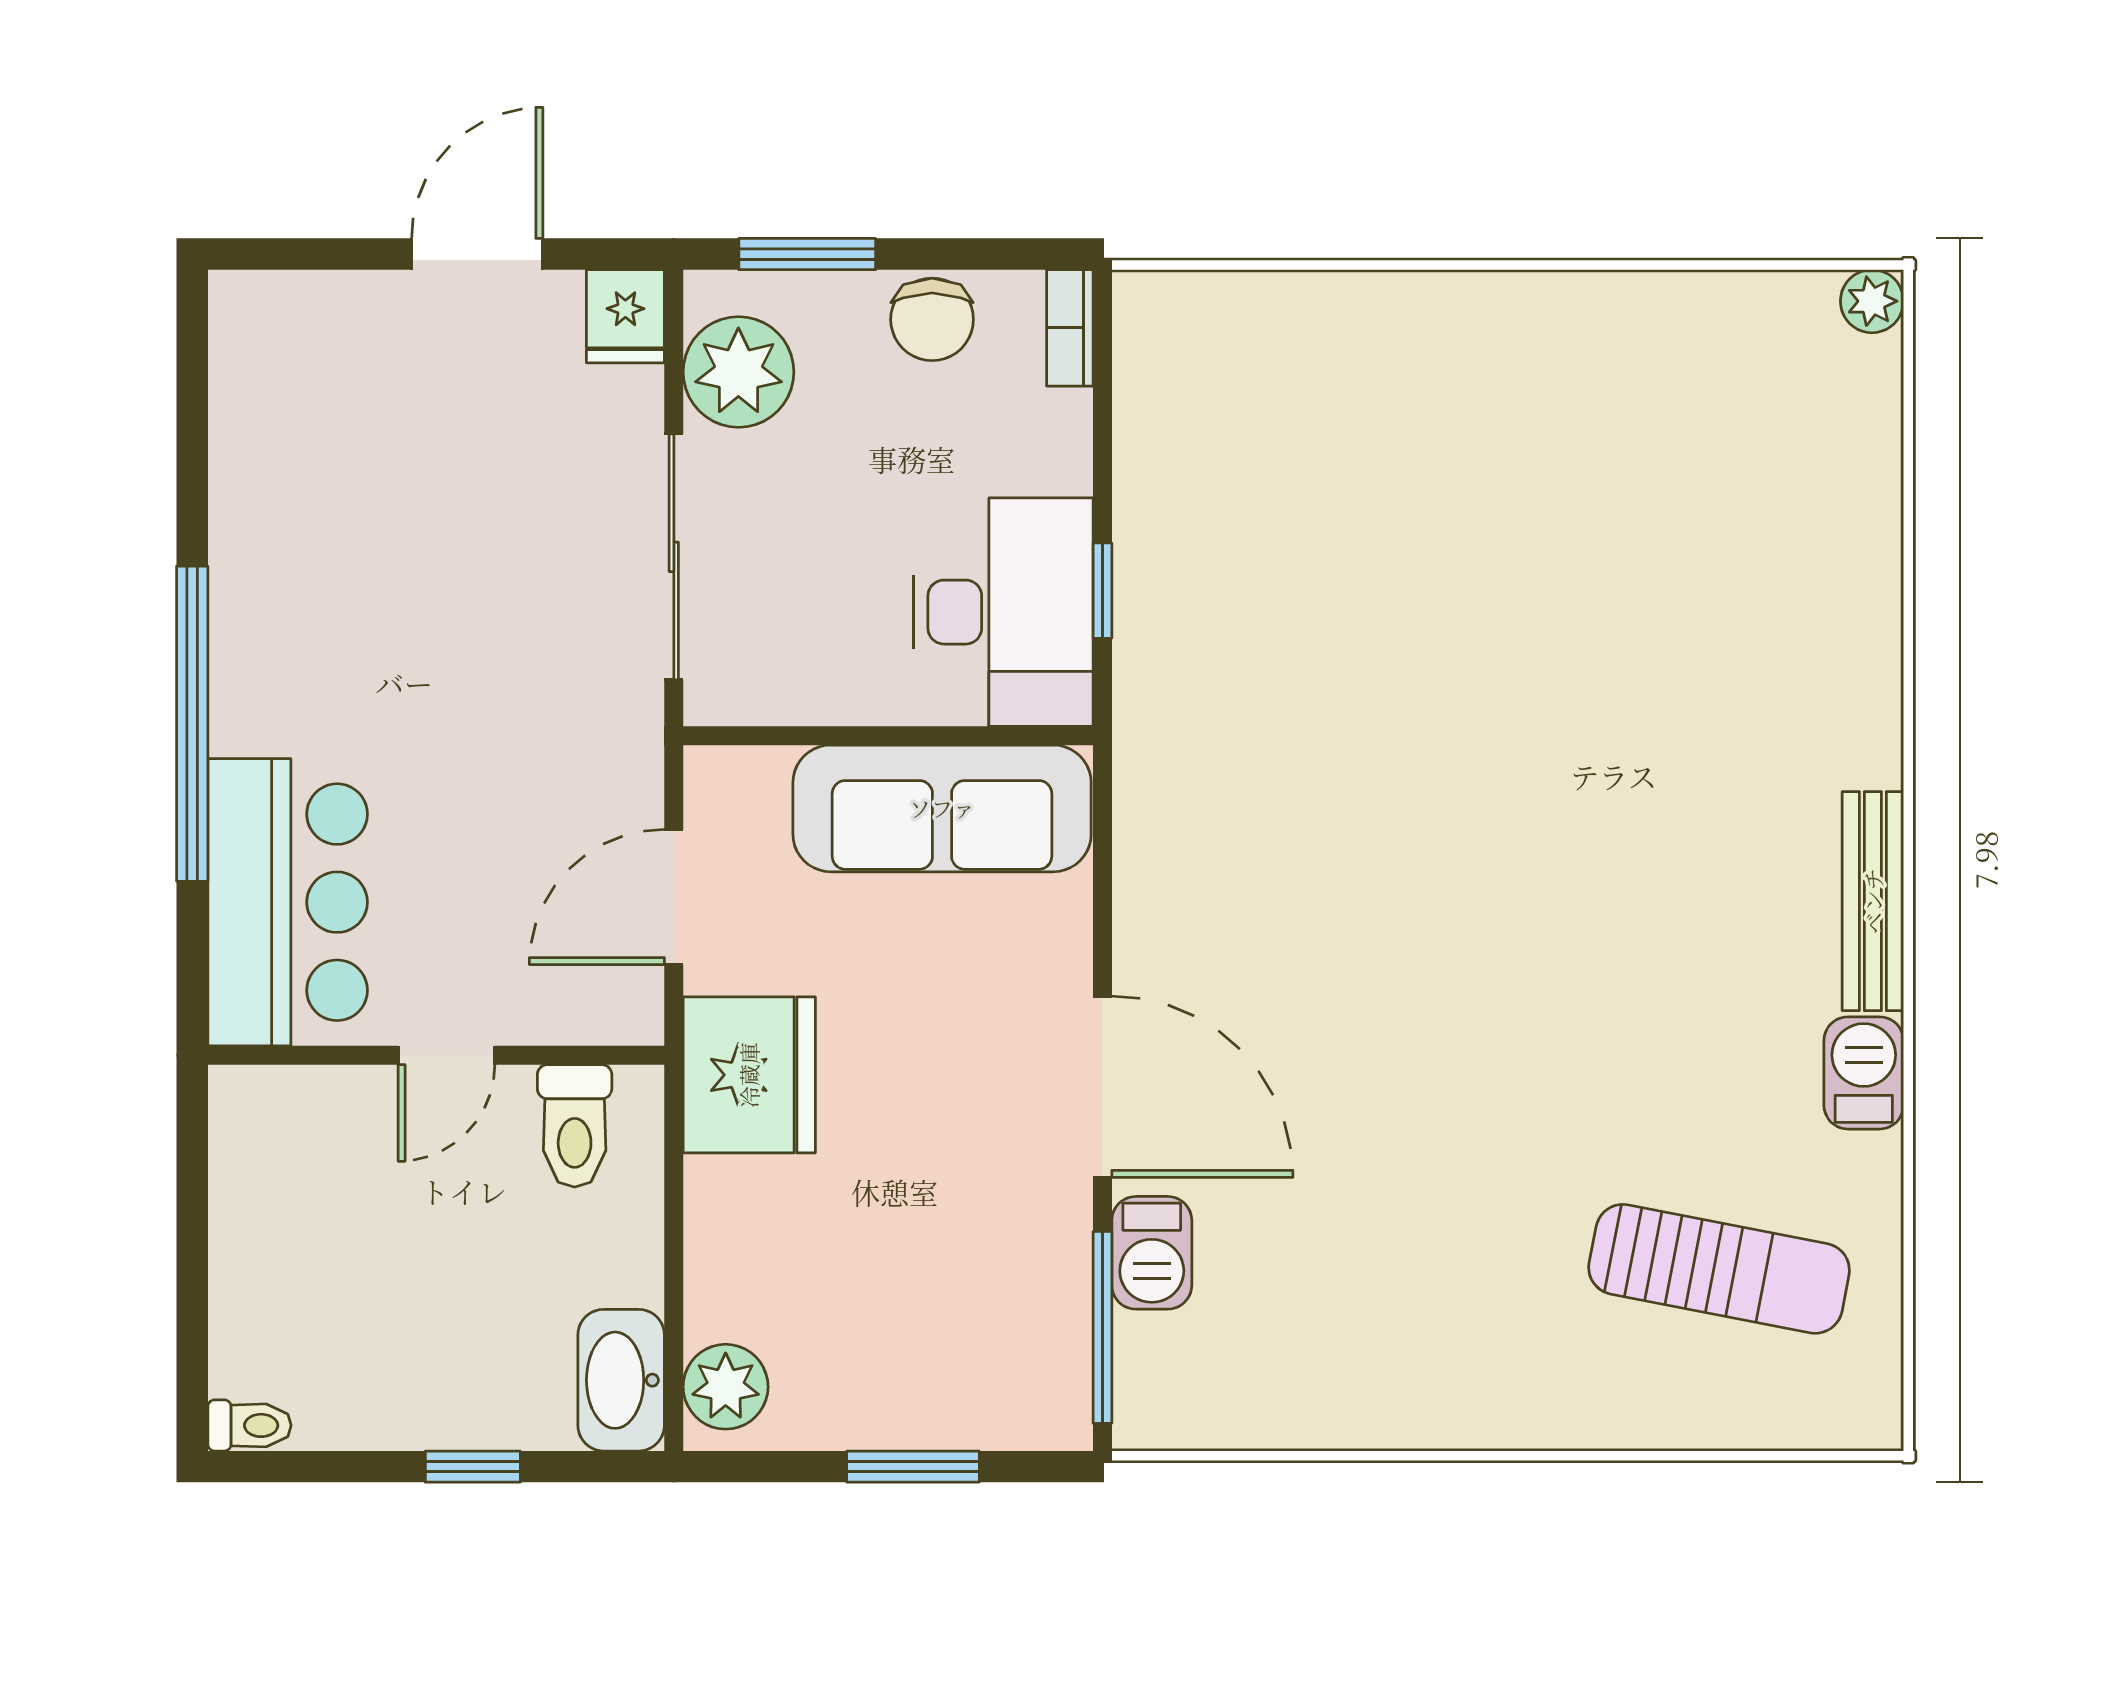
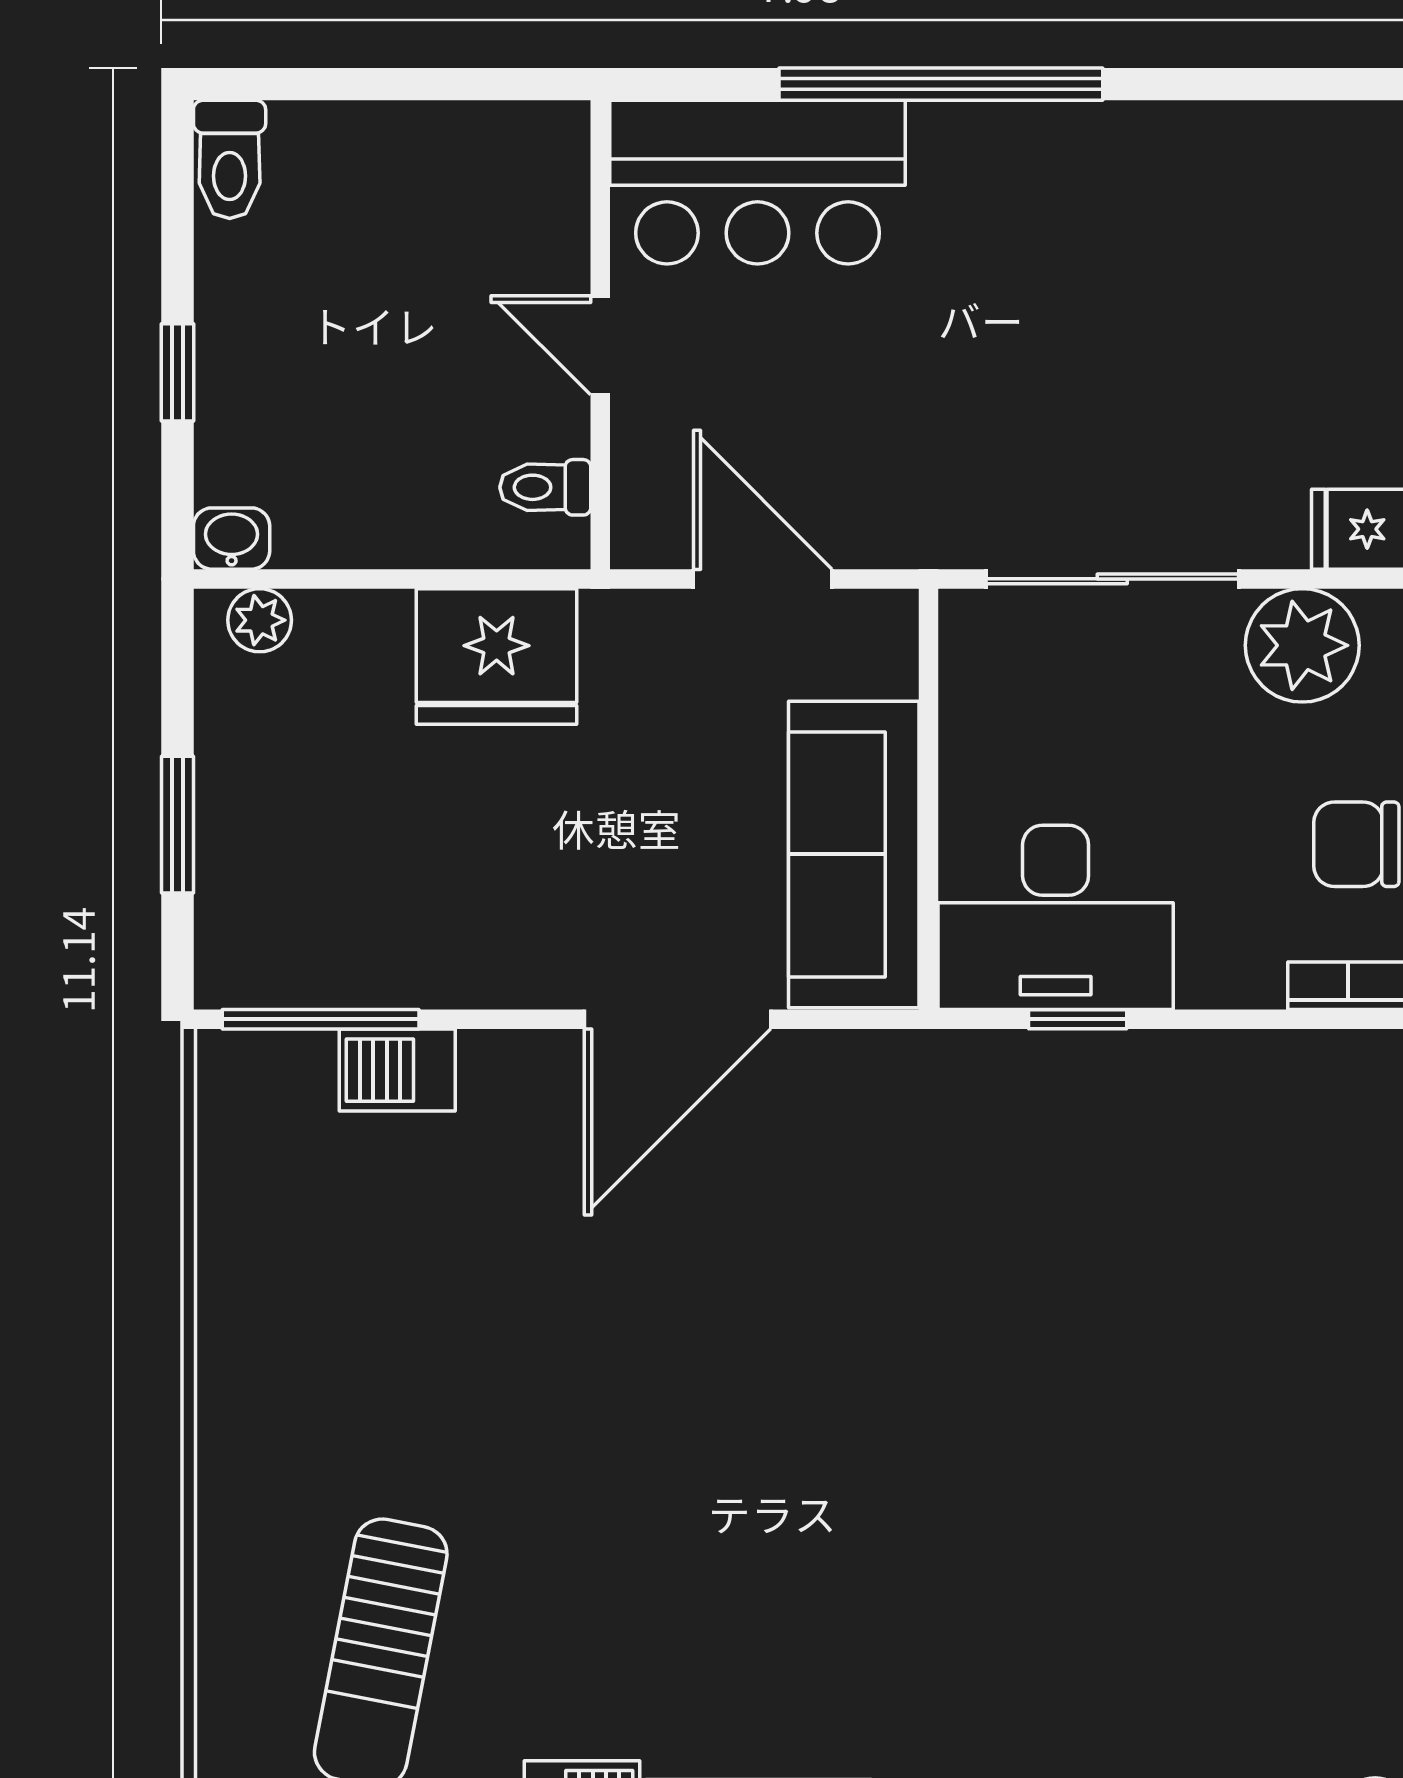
fridge: (749, 1075) -> (497, 656), moved
door: (1102, 1087) -> (678, 1019), moved
toilet: (575, 1126) -> (545, 487), width x0.73, depth x0.72
washbasin: (621, 1380) -> (232, 539), width x0.52, depth x0.69
plant: (726, 1387) -> (260, 620), width x0.73, depth x0.73
toilet: (249, 1425) -> (230, 159), width x1.37, depth x1.39

